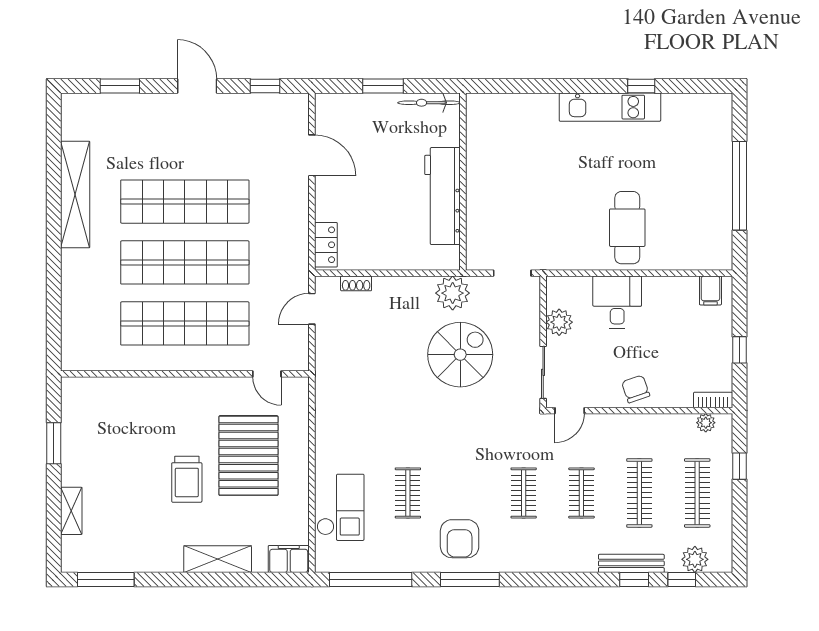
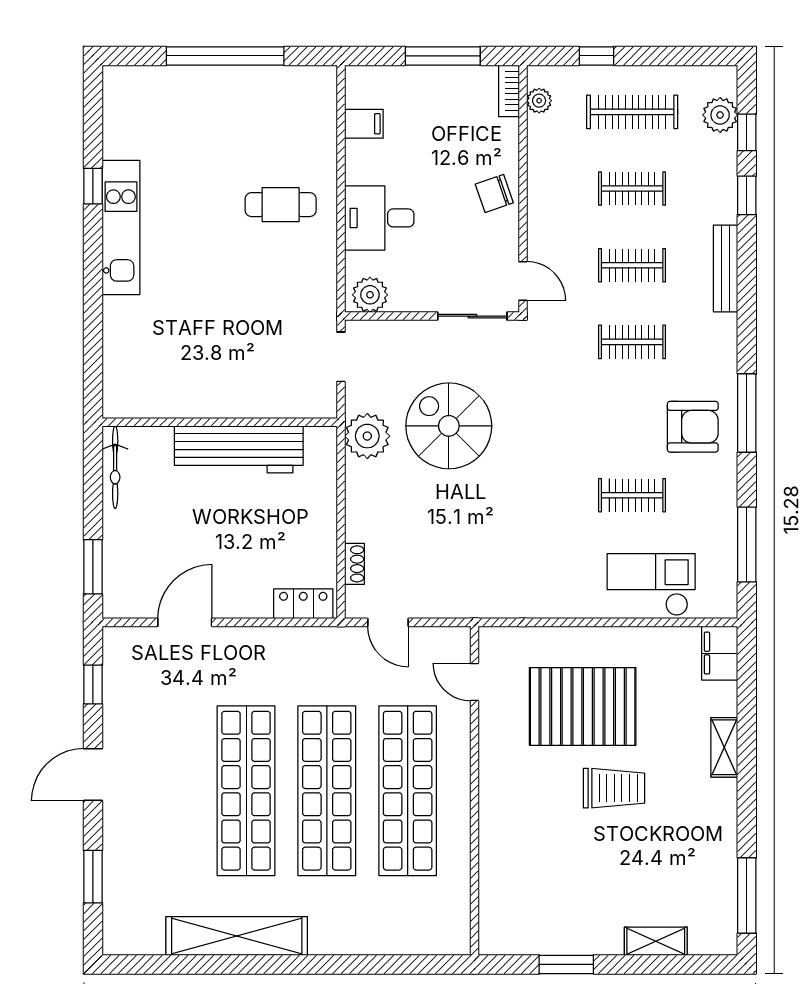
window: (383, 86) -> (93, 567), moved
cafe table: (627, 228) -> (281, 205), width x0.73, depth x0.74
filing cabinet: (710, 290) -> (364, 124), moved
plant: (559, 322) -> (370, 295), moved
window: (739, 350) -> (443, 56), width x2.17
door: (267, 374) -> (474, 682), swing flipped
clothes rail: (639, 493) -> (632, 189), width x0.73
shelving: (218, 559) -> (724, 747), width x0.67, depth x0.75
bench: (631, 563) -> (725, 268), moved
window: (371, 579) -> (747, 545), width x0.68

